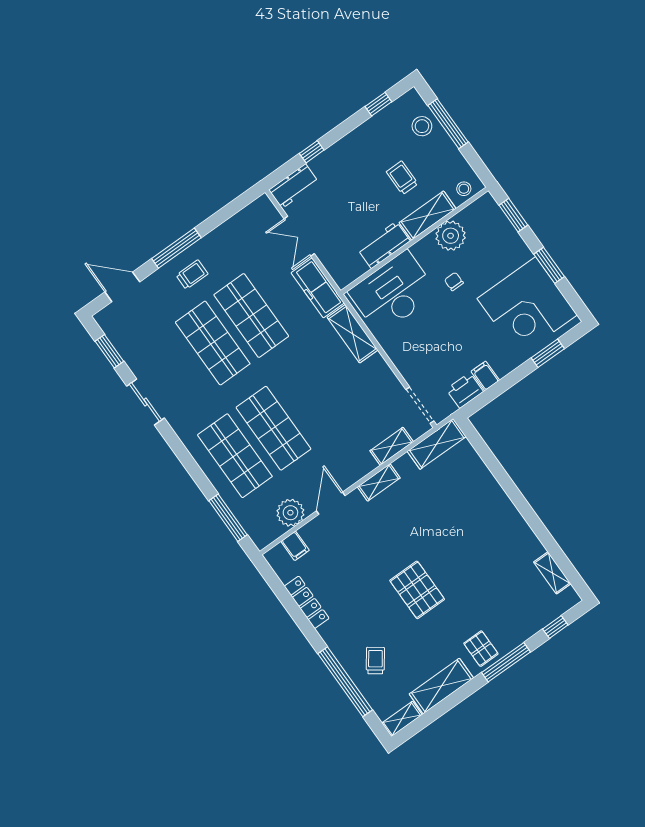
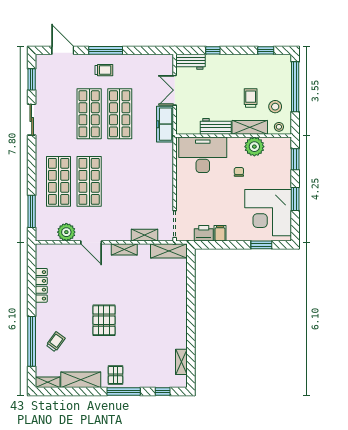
window: (448, 124) -> (295, 87), width x1.46
stool: (422, 126) -> (275, 107), moved
shelving: (353, 334) -> (166, 161), removed
door: (331, 503) -> (91, 242), swing flipped
filing cabinet: (295, 546) -> (56, 251), removed

